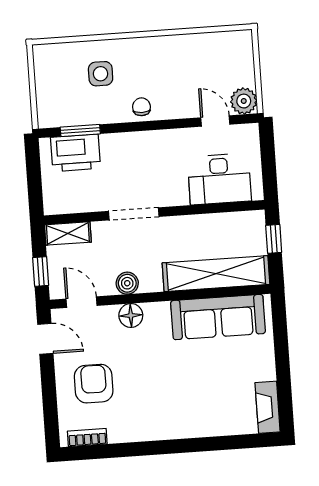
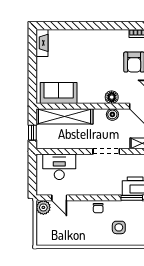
sofa: (218, 317) -> (59, 93), width x0.73

